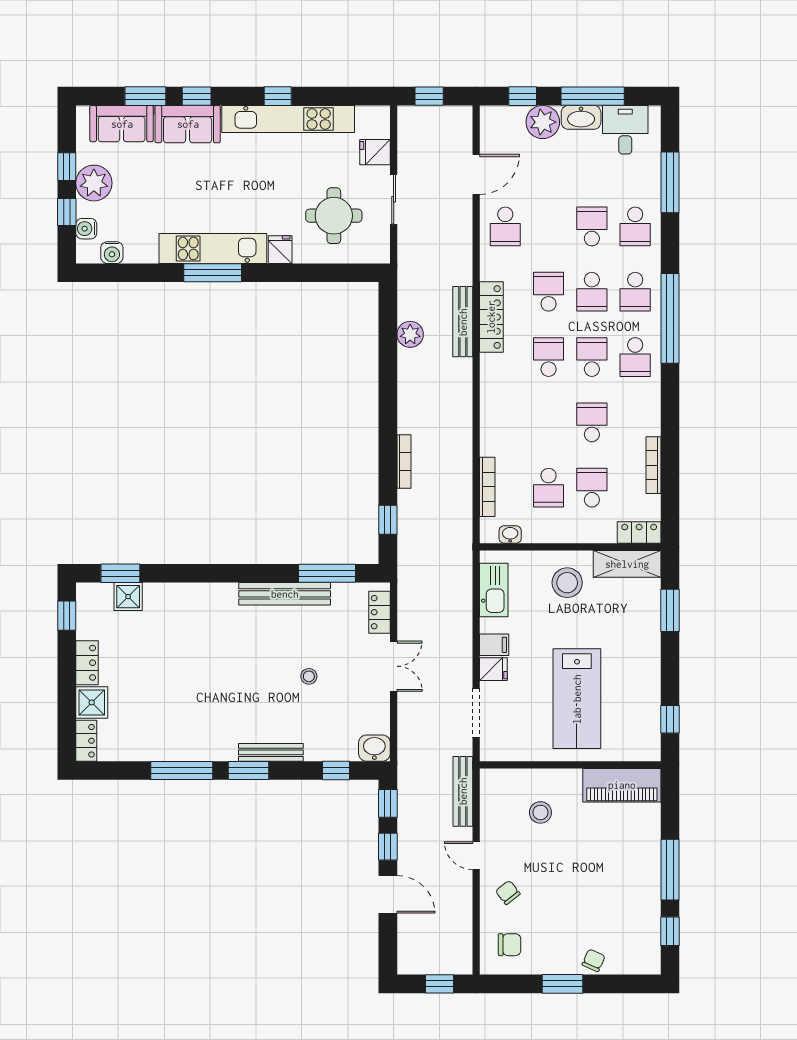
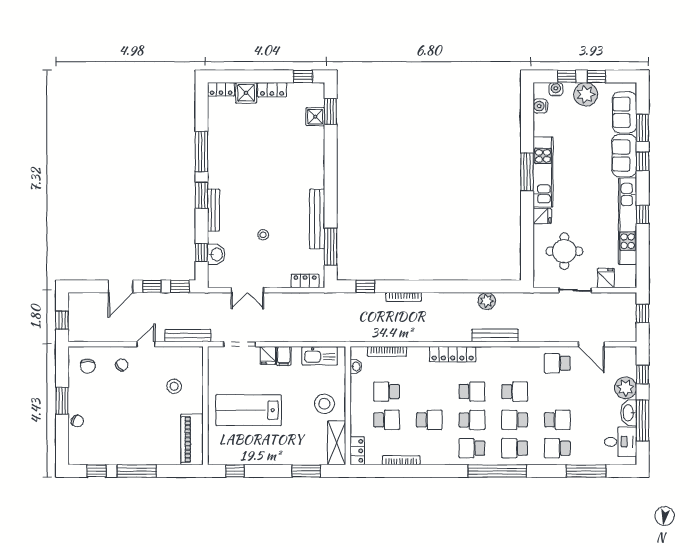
locker: (491, 317) -> (453, 354), moved
double door: (394, 666) -> (247, 290), moved
washbasin: (374, 748) -> (216, 254), moved

